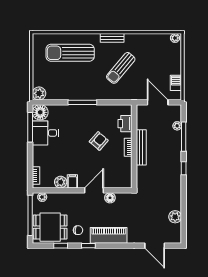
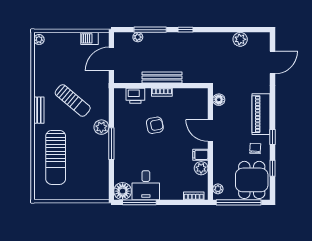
plant: (39, 93) -> (101, 127), moved
armchair: (99, 141) -> (155, 125), turned 128
floor lamp: (110, 198) -> (219, 100), moved

